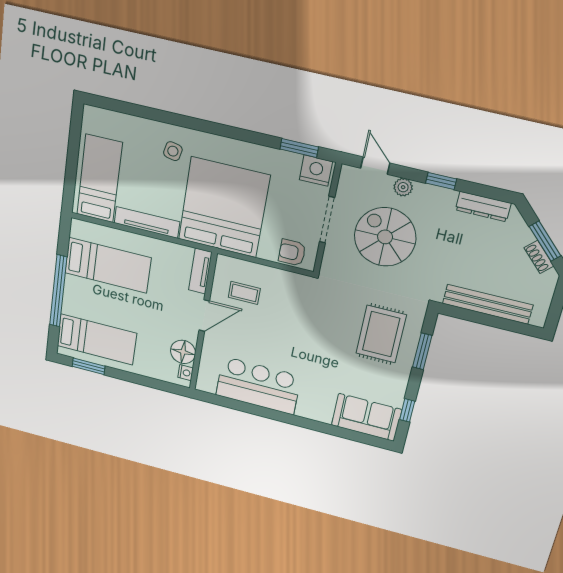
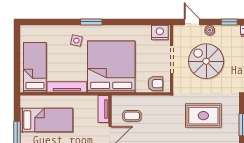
window: (299, 148) -> (91, 22), moved
armchair: (292, 253) -> (155, 84), turned 180
rug: (381, 334) -> (203, 116), moved, turned 90

